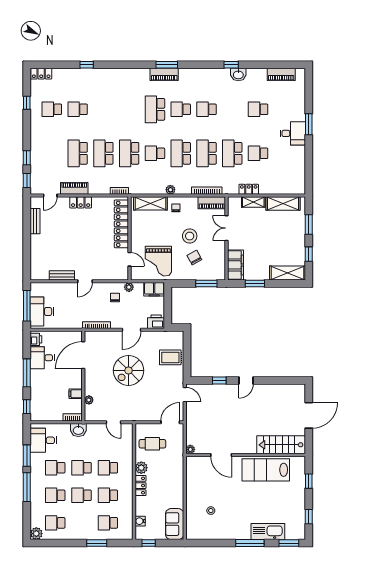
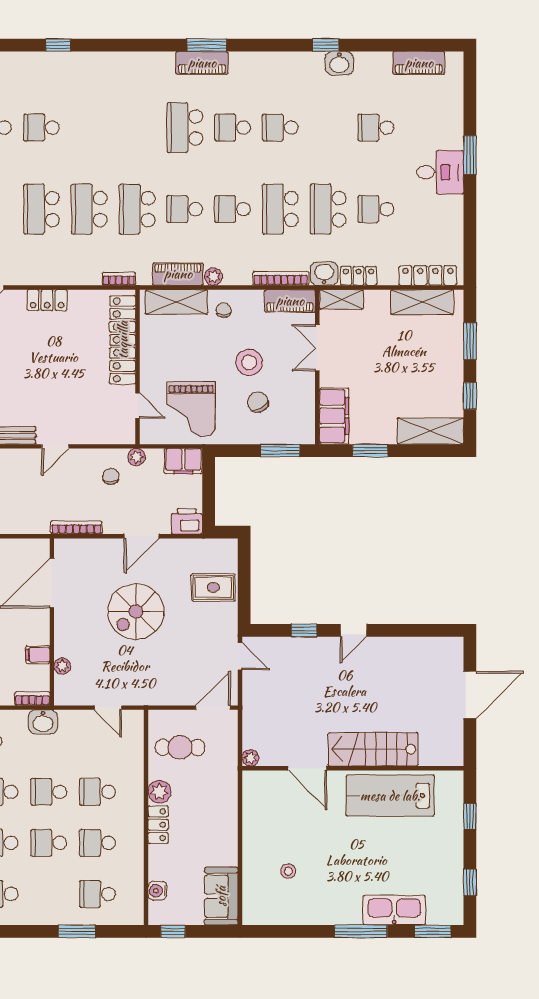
school desk: (181, 153) -> (233, 209), width x0.54
piano: (74, 188) -> (178, 274), moved
washbasin: (230, 188) -> (324, 274), added
locker: (286, 189) -> (428, 275), added
shelving: (253, 202) -> (341, 299), moved
stairs: (281, 445) -> (373, 749), moved

